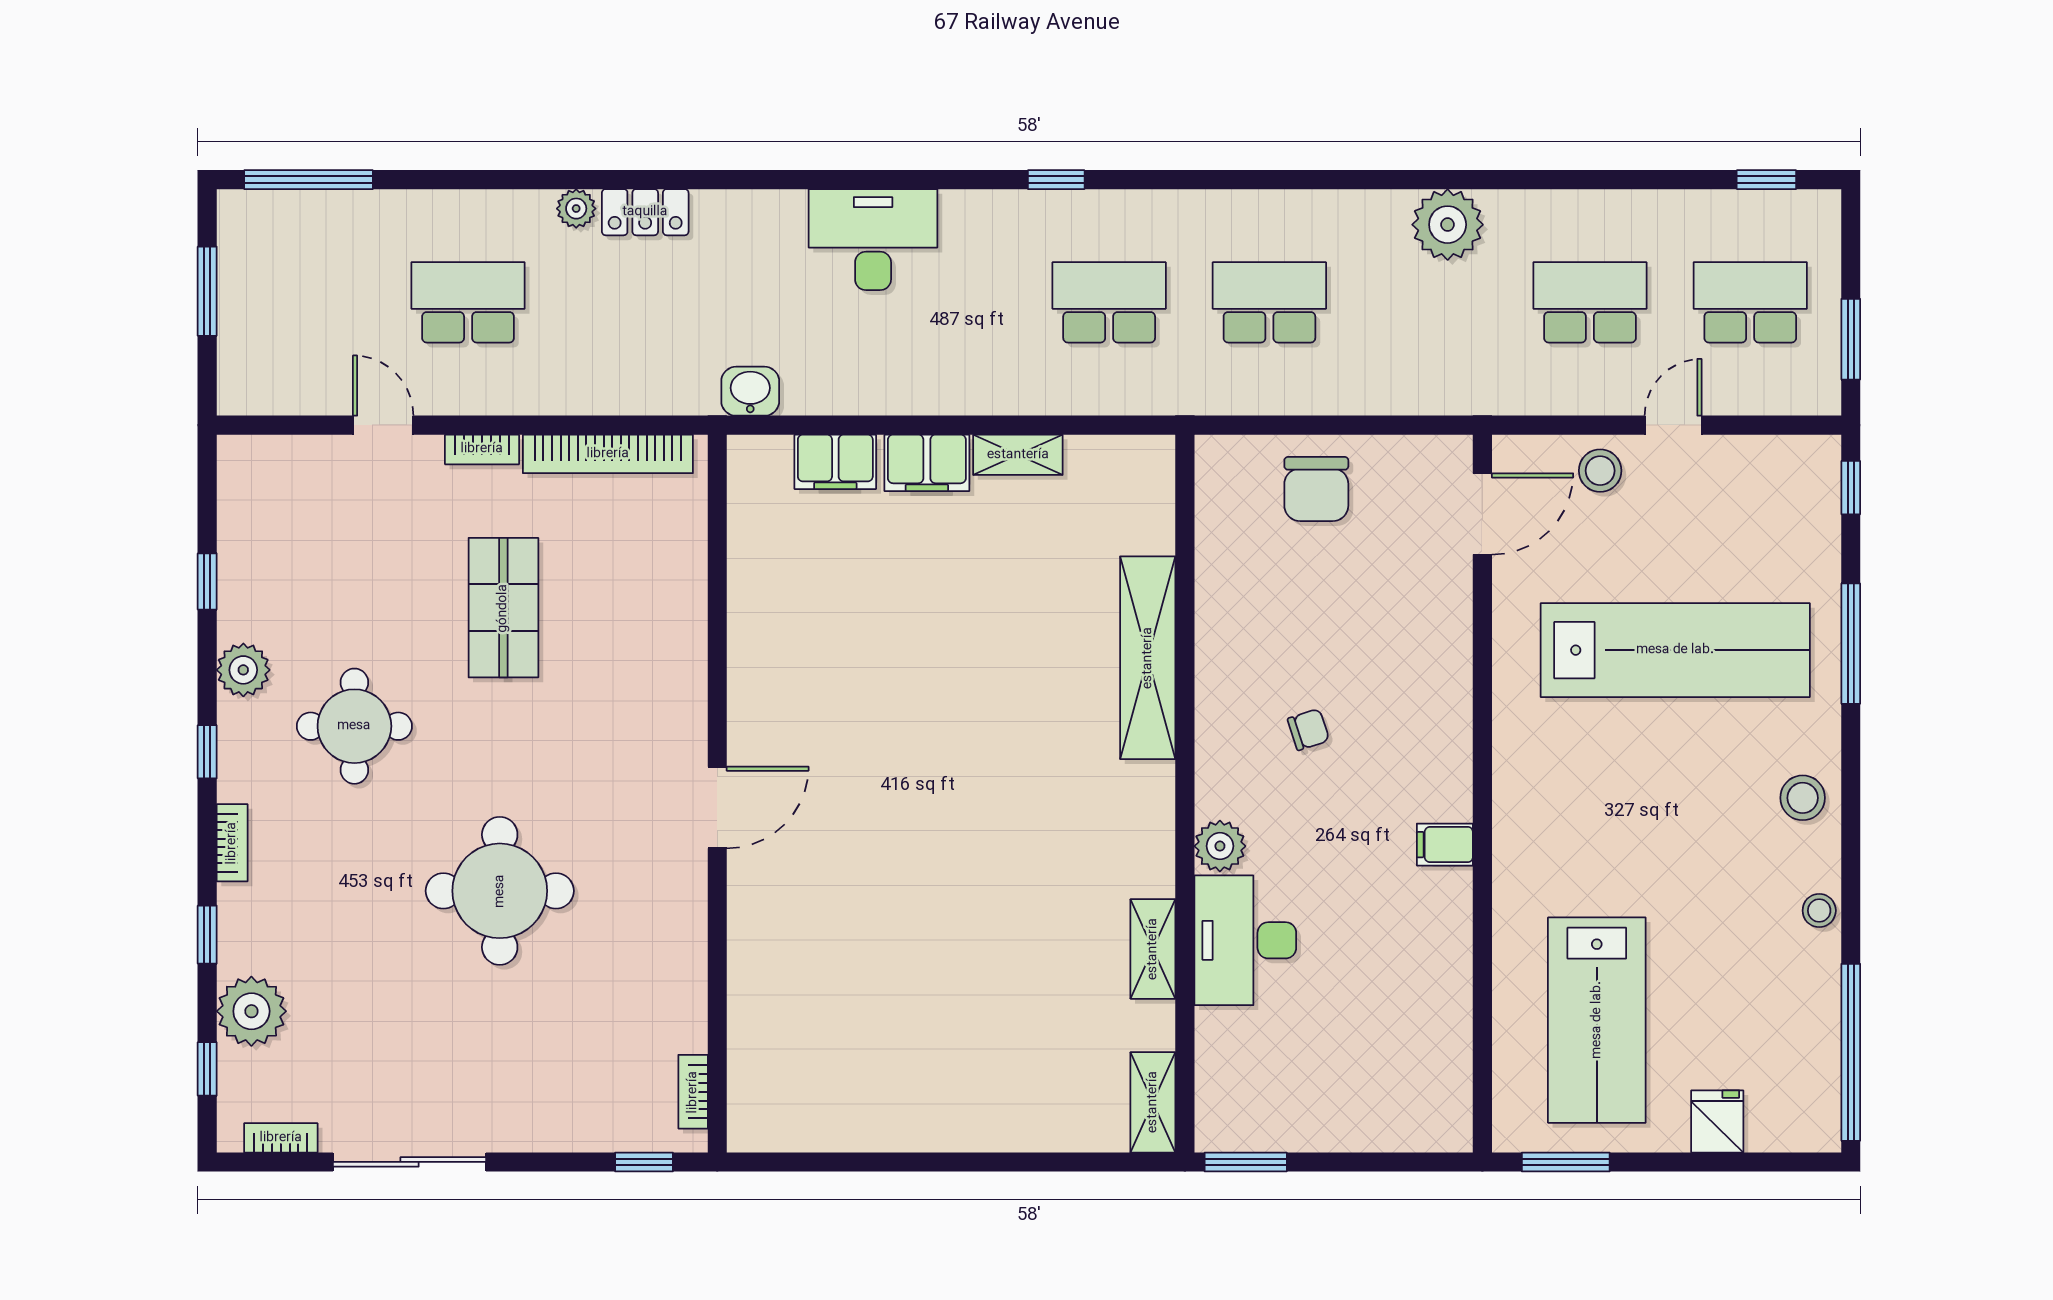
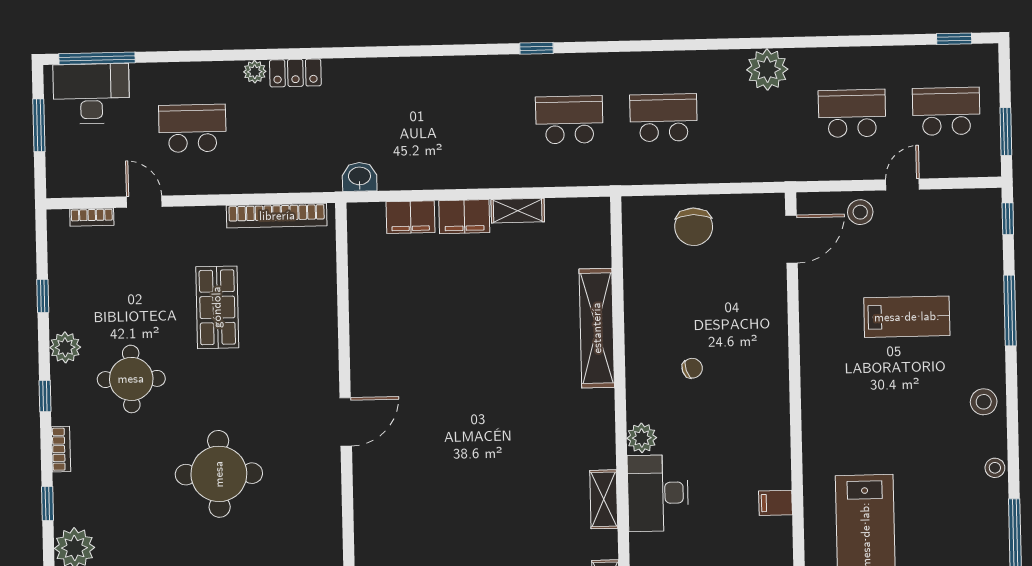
desk: (873, 240) -> (91, 94), moved
bookcase: (482, 449) -> (92, 217), moved
lab bench: (1675, 650) -> (907, 317), width x0.54, depth x0.72
filing cabinet: (1445, 845) -> (776, 503), moved

